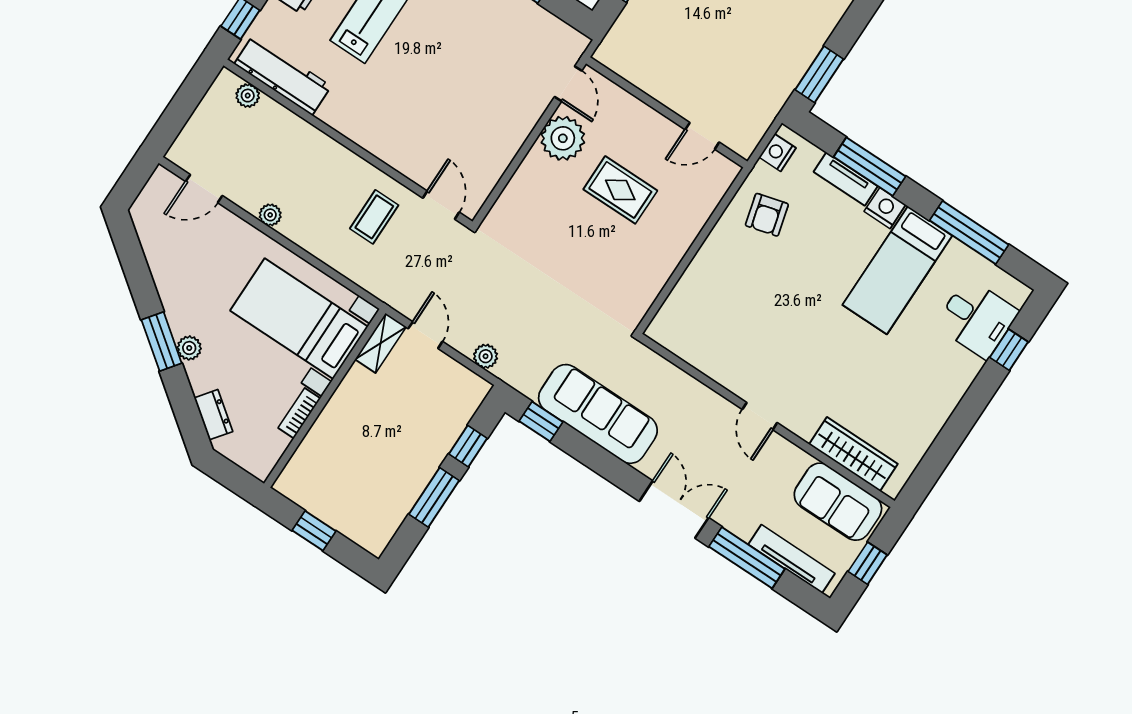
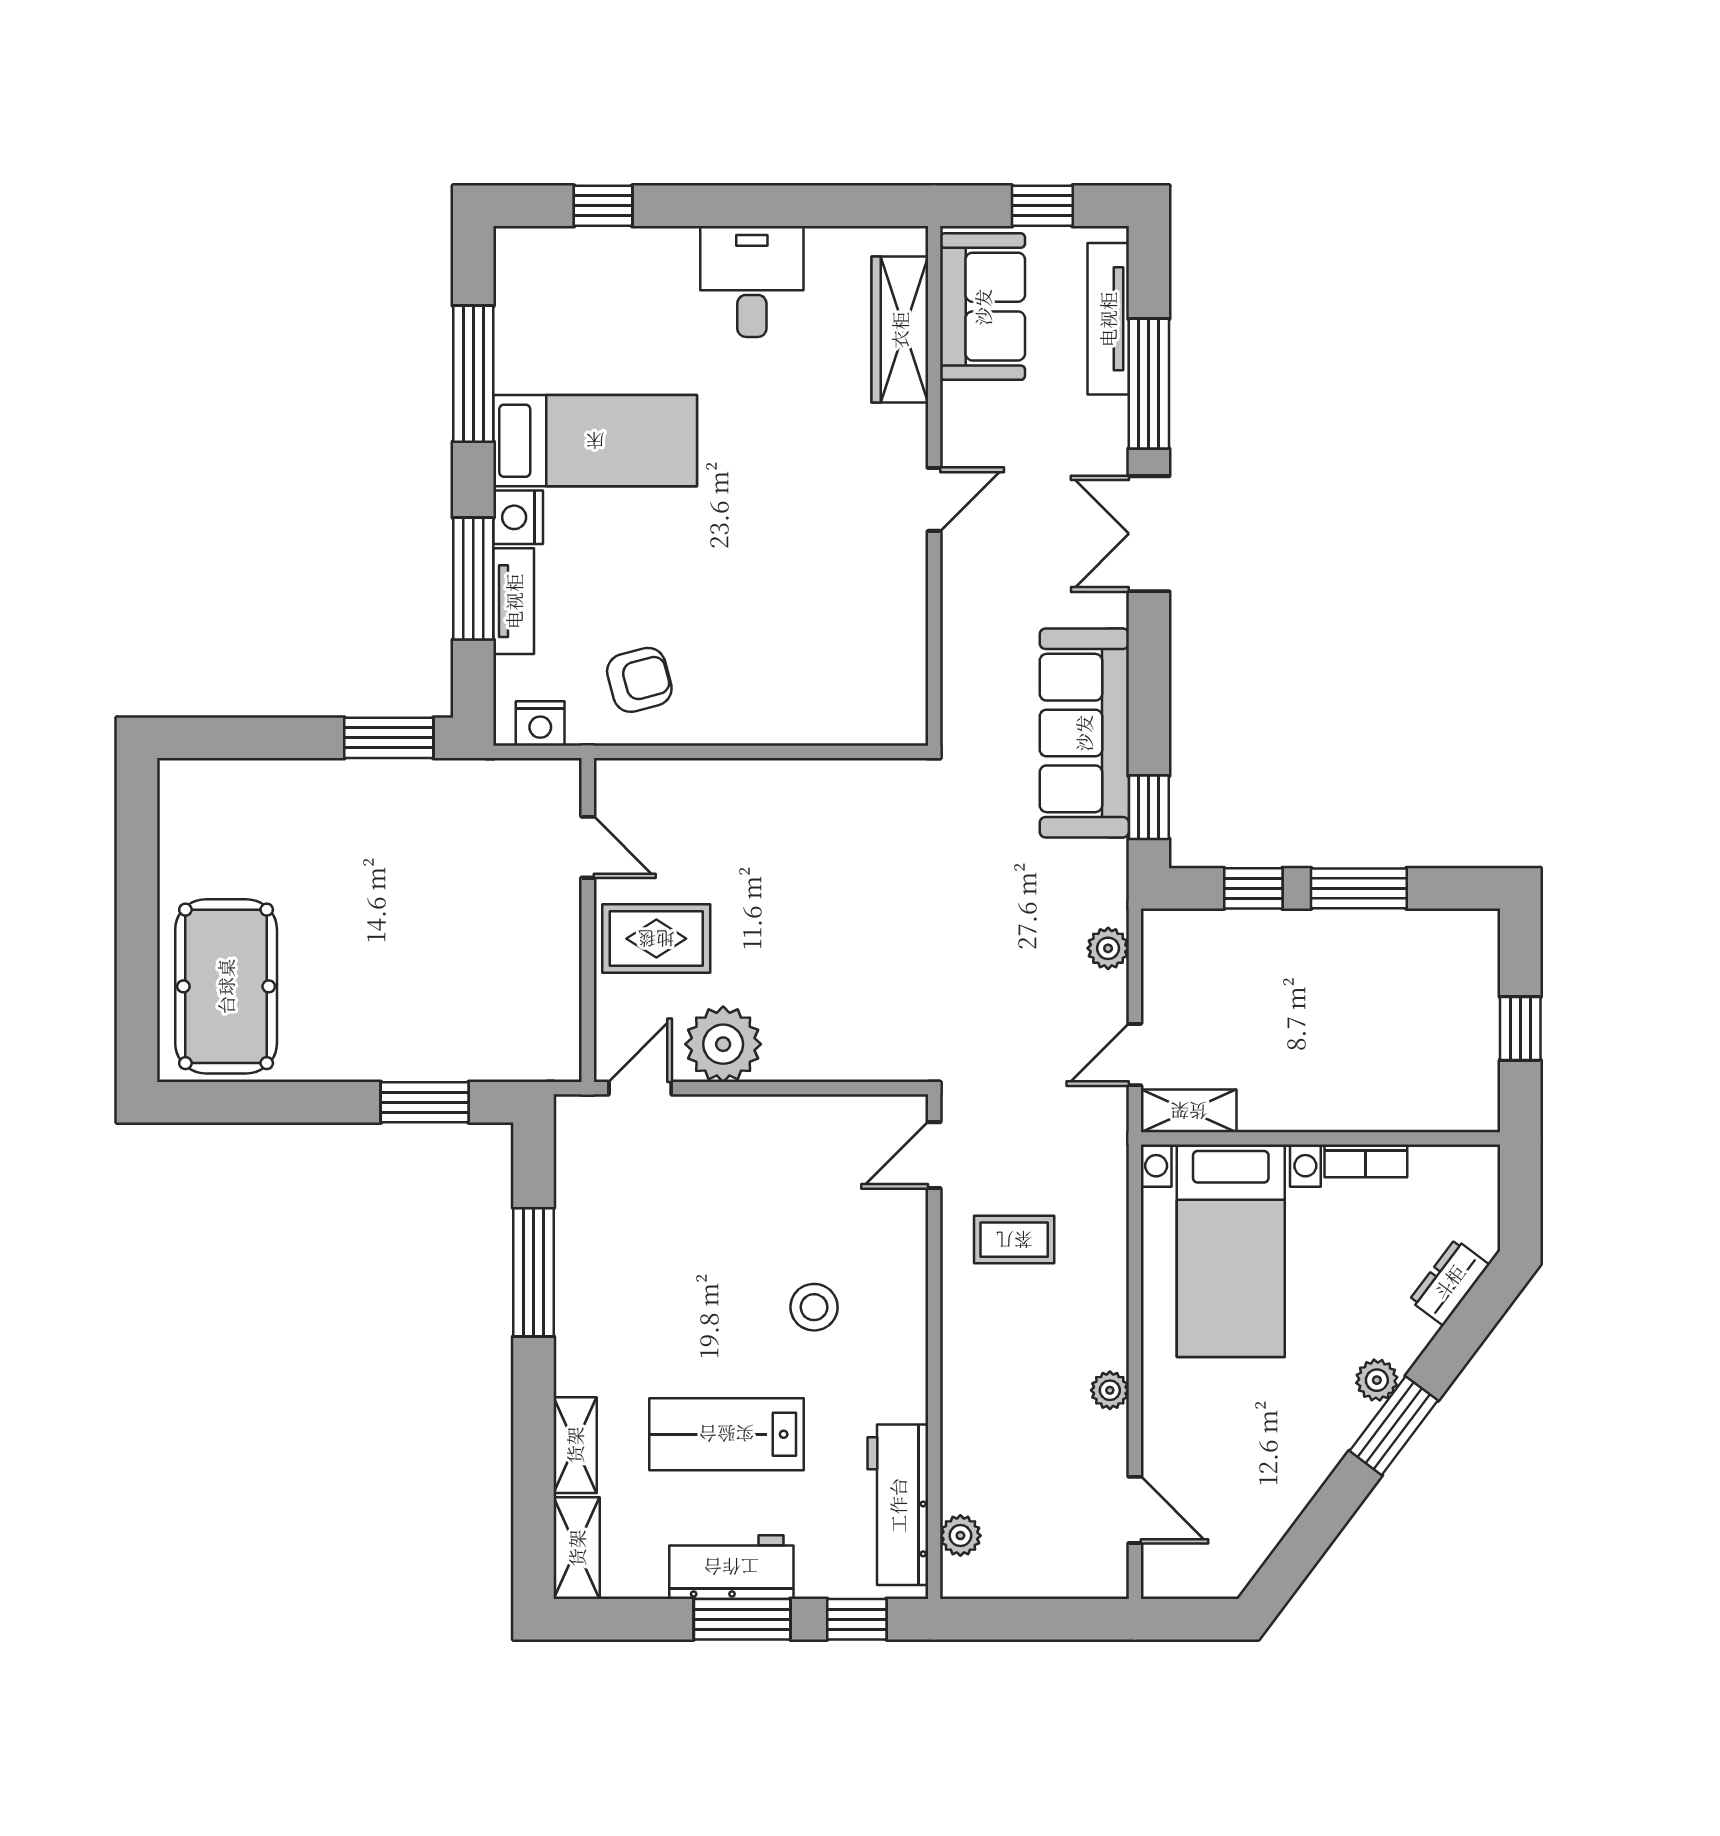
stool: (406, 98) -> (814, 1307), added
rug: (620, 190) -> (656, 939), moved, turned 90
desk: (977, 318) -> (752, 281), moved

